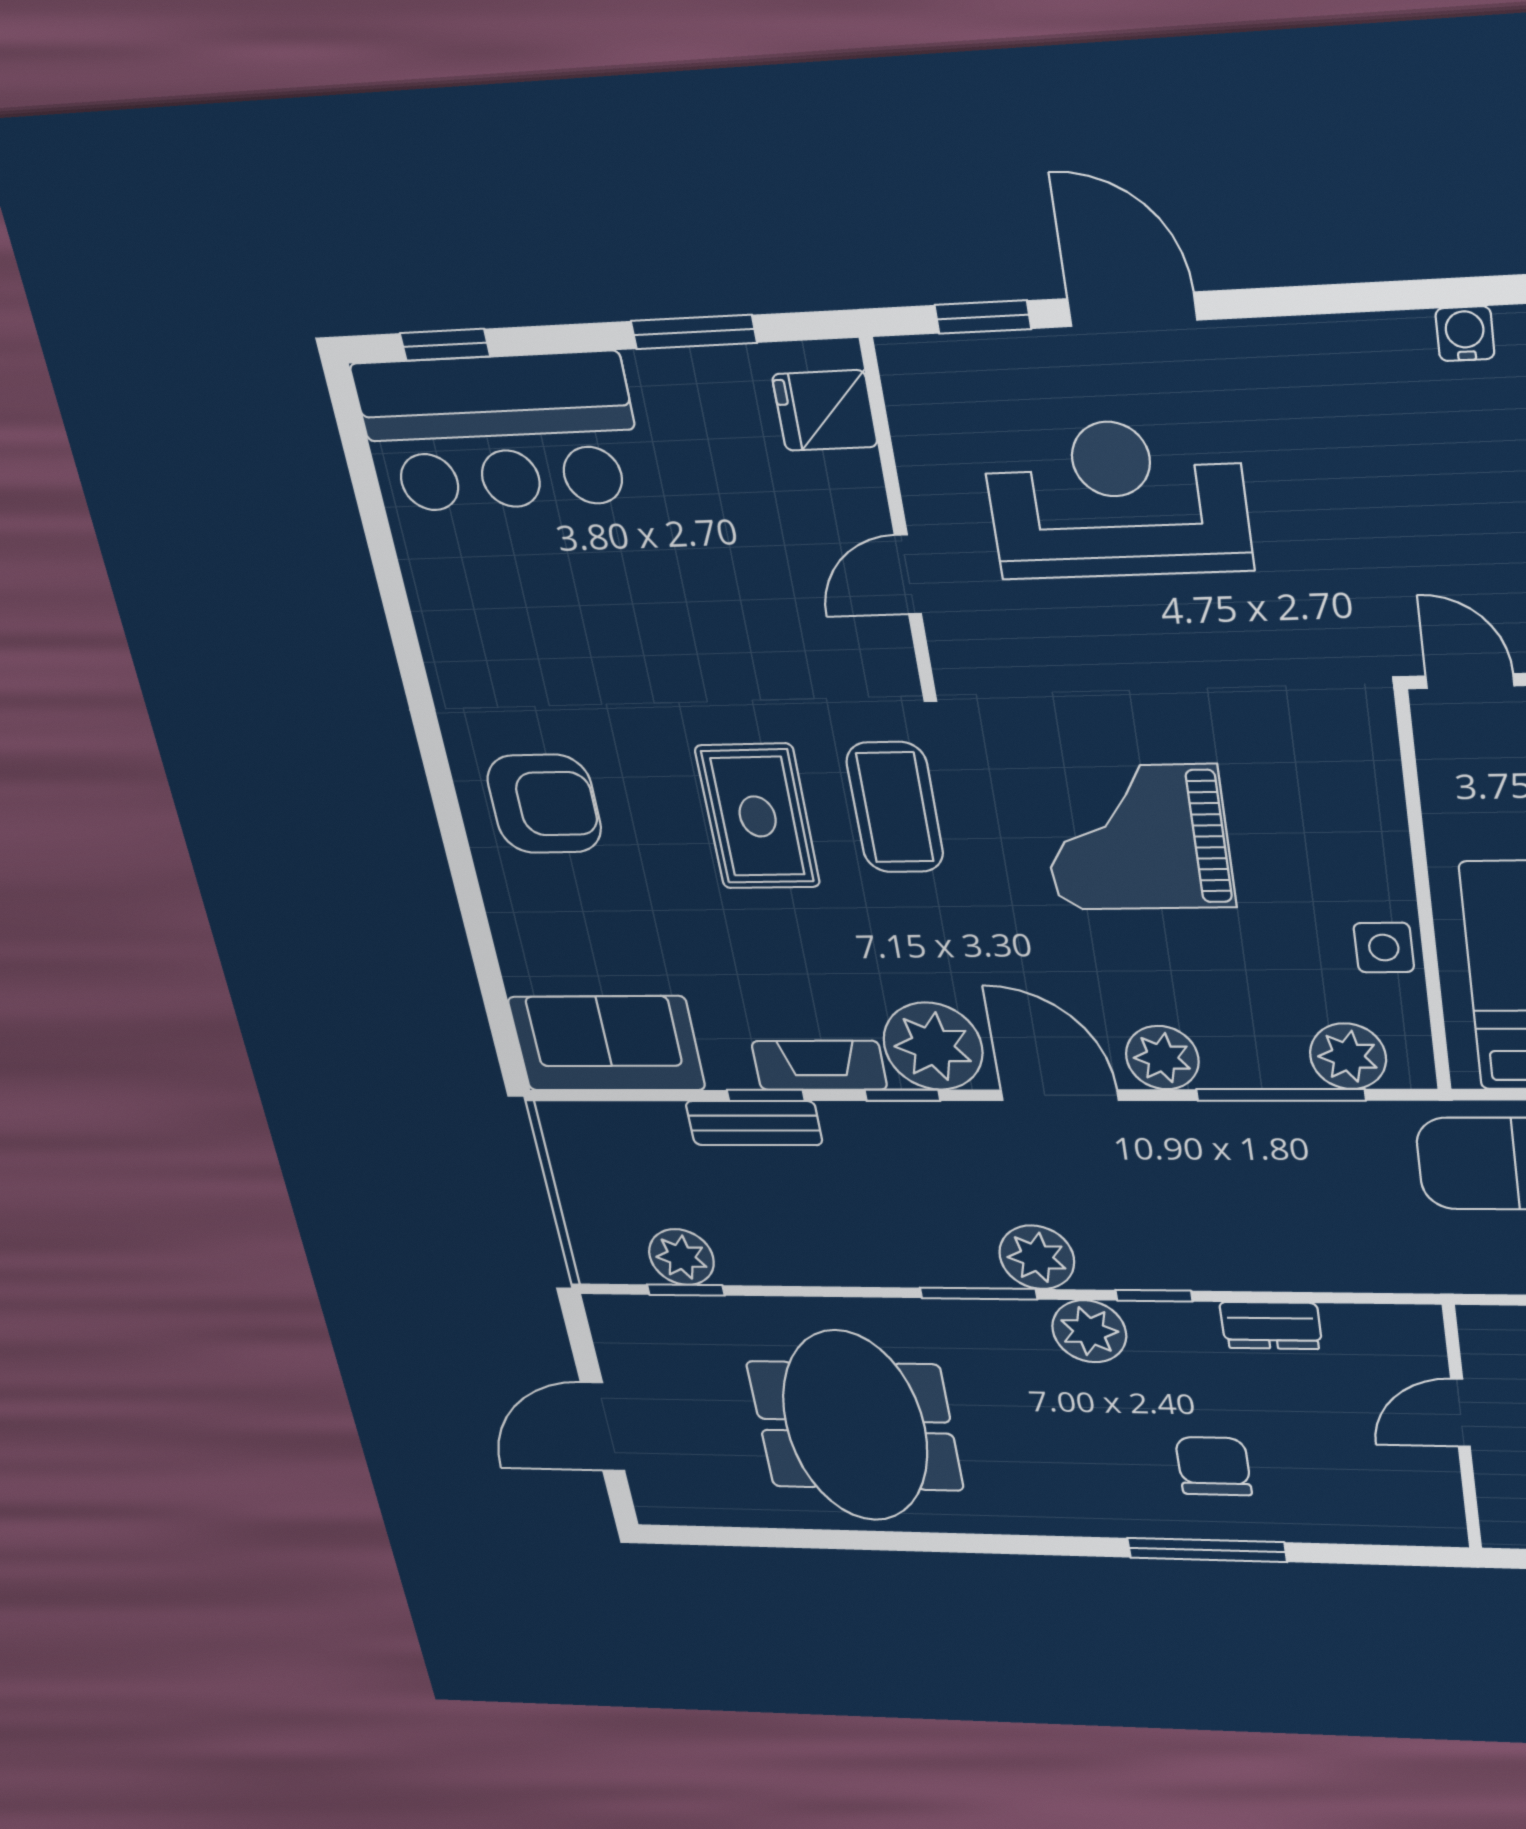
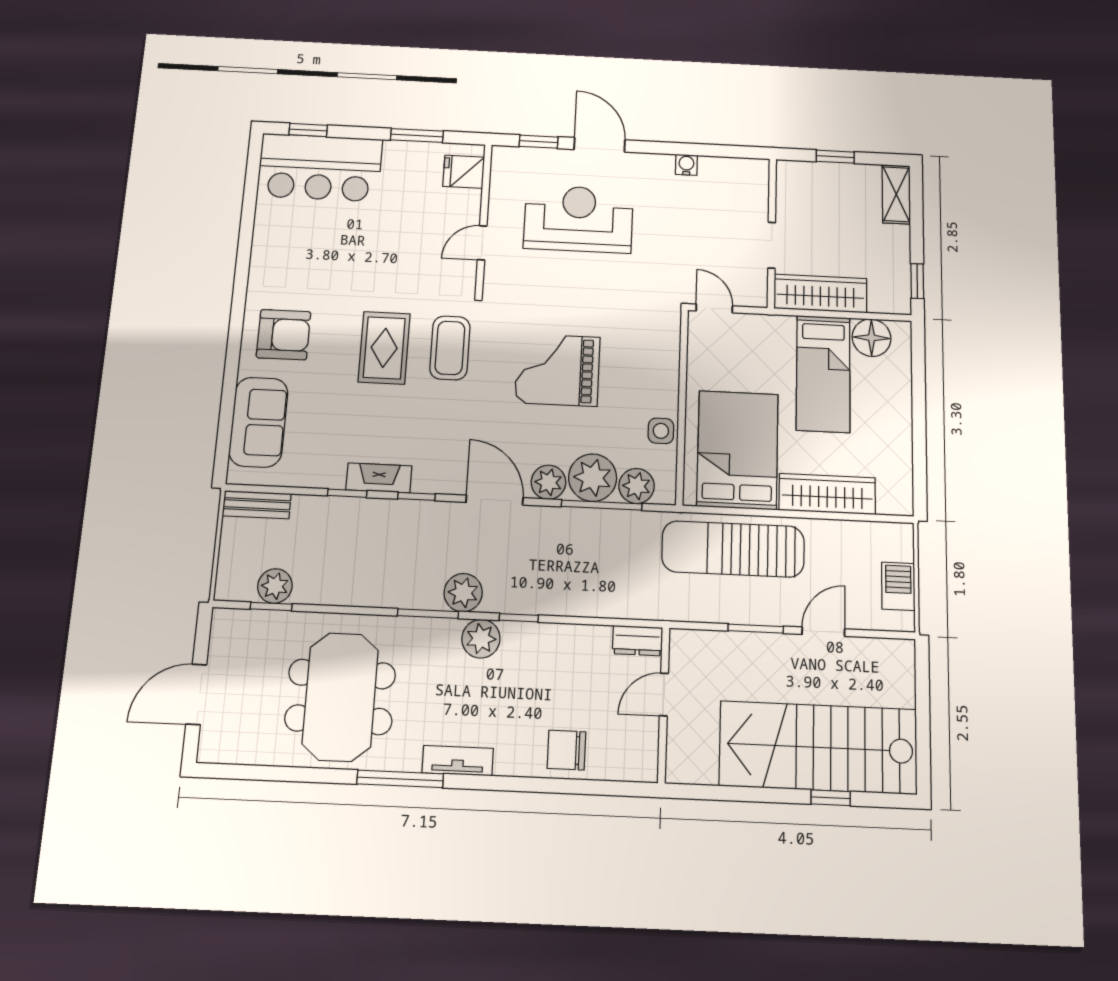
water cooler: (1465, 334) -> (686, 165), moved
sofa: (607, 1043) -> (258, 422), moved, turned 90
plant: (933, 1046) -> (593, 478), moved
bench: (754, 1123) -> (257, 505), moved
dresser: (1271, 1326) -> (638, 641), moved
chair: (1213, 1466) -> (566, 750), moved, turned -90
tv unit: (1092, 1517) -> (458, 761), added
window: (1207, 1550) -> (400, 779), moved

